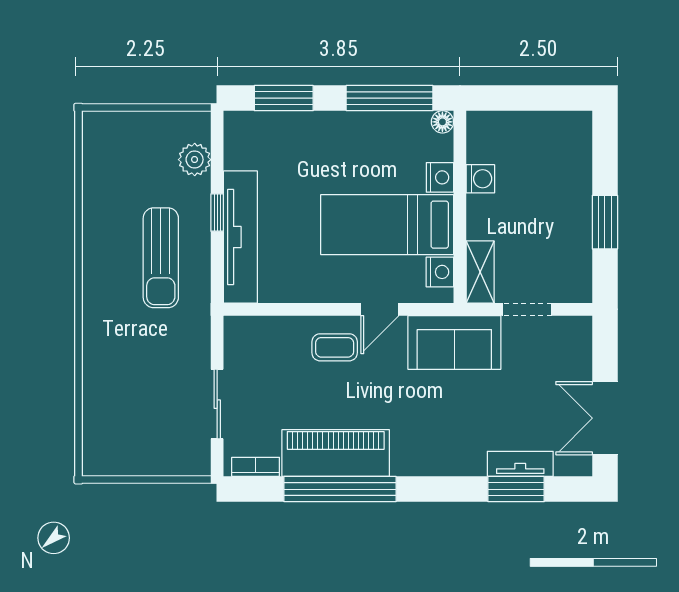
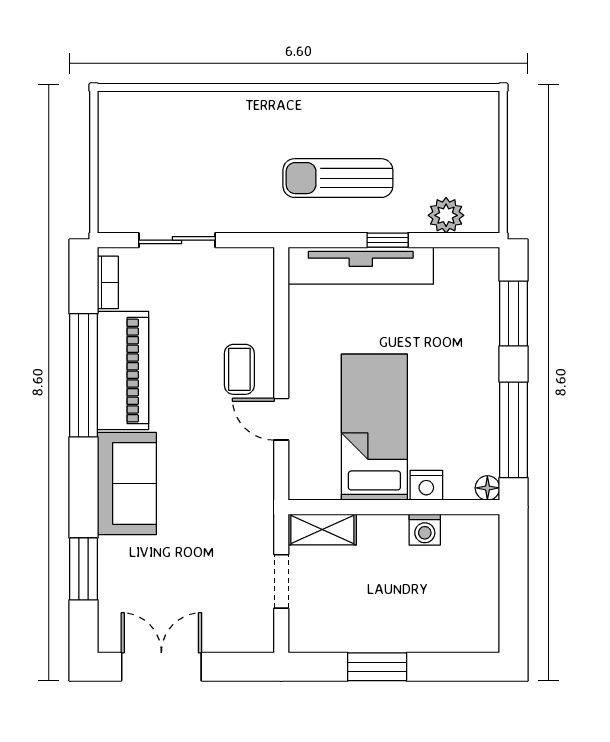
nightstand: (440, 272) -> (322, 485), removed
sofa: (454, 342) -> (127, 483), moved, turned 180
tv unit: (520, 464) -> (111, 574), removed

